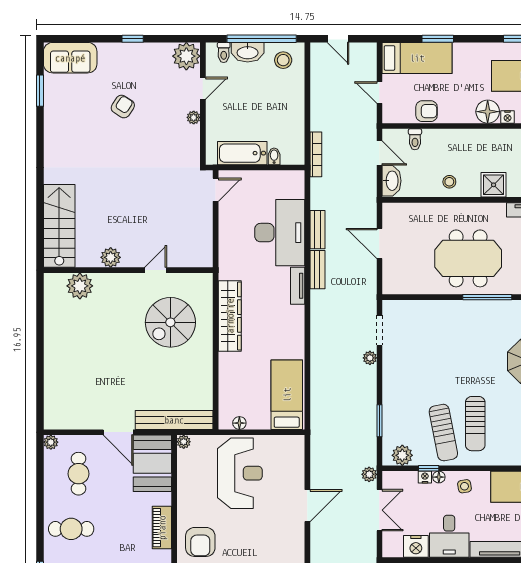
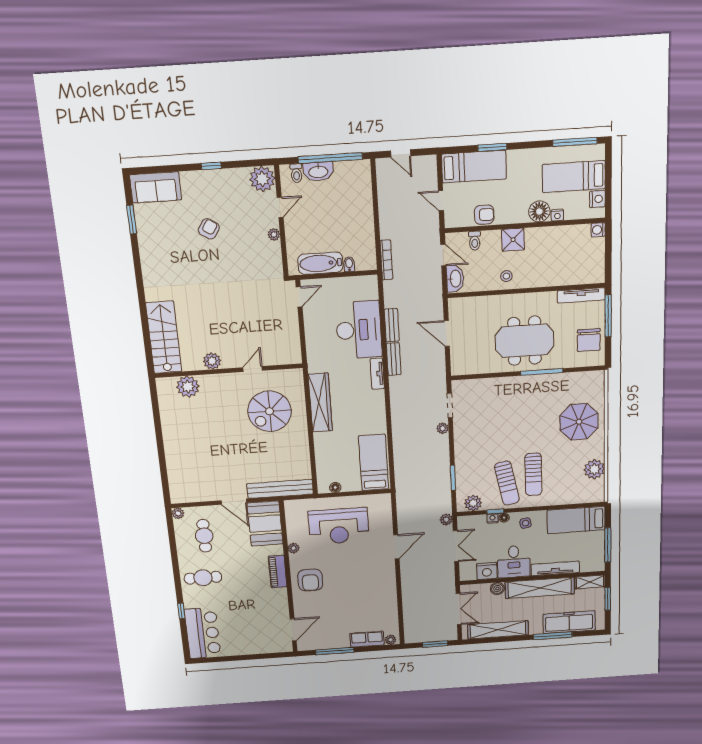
stool: (283, 60) -> (351, 177), removed
shower: (494, 185) -> (513, 240), moved
plant: (184, 442) -> (294, 548), moved
reception desk: (240, 473) -> (339, 526), turned 90

